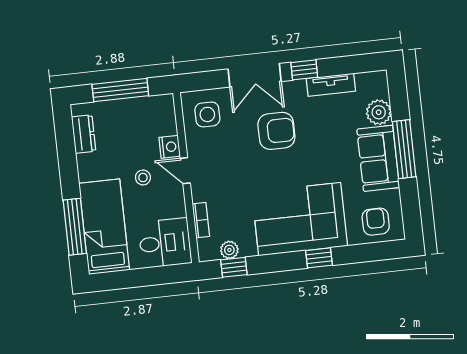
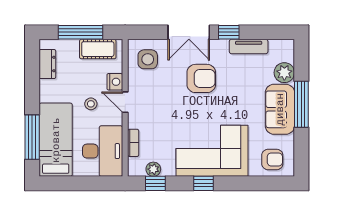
cot: (144, 109) -> (98, 49), added
armchair: (376, 222) -> (272, 159), turned 90
desk: (165, 243) -> (103, 151), width x1.37
window: (319, 258) -> (204, 183), moved

